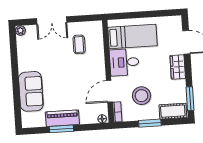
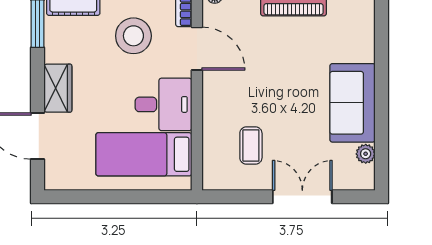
plant: (20, 31) -> (366, 154), moved
sofa: (31, 91) -> (353, 103), moved
door: (109, 91) -> (197, 49), hinge flipped

